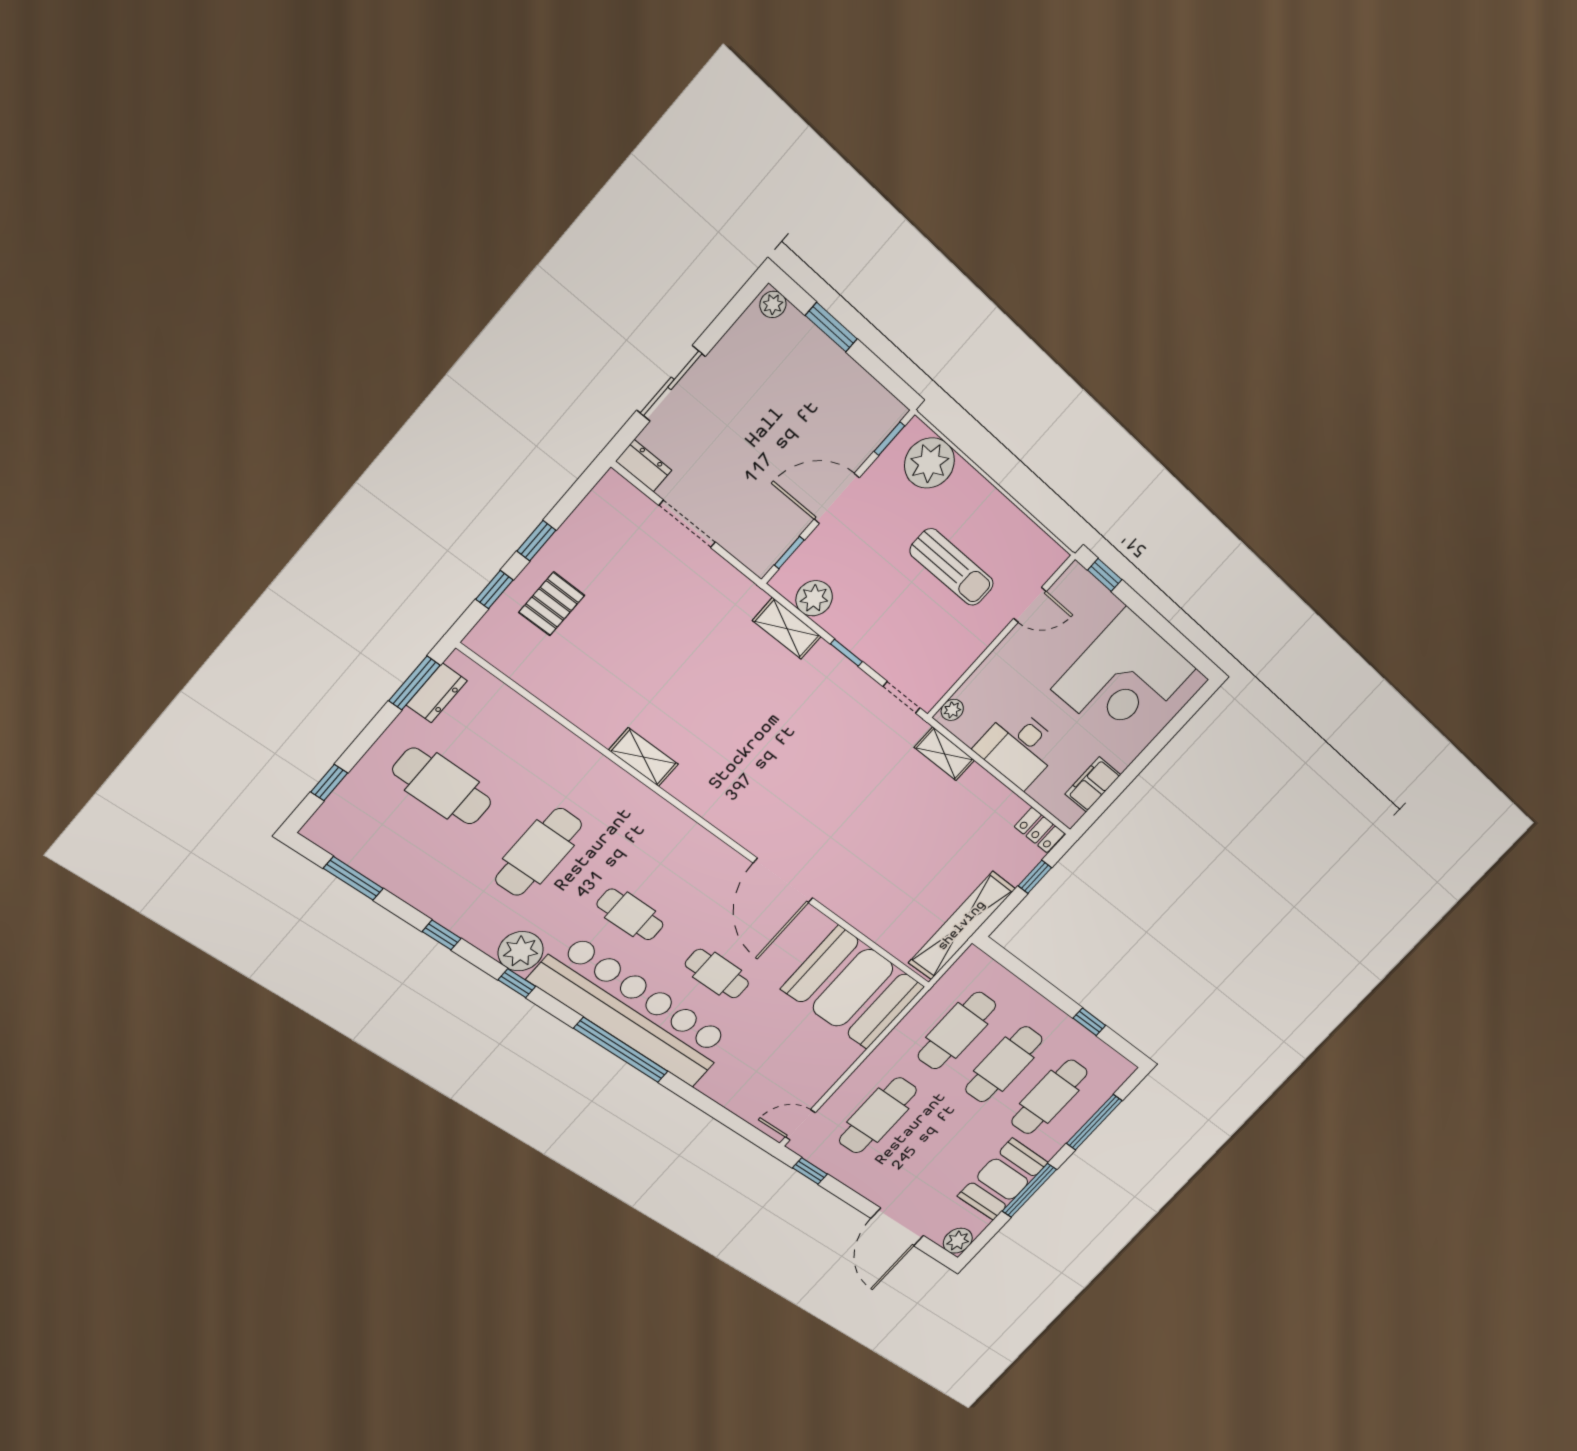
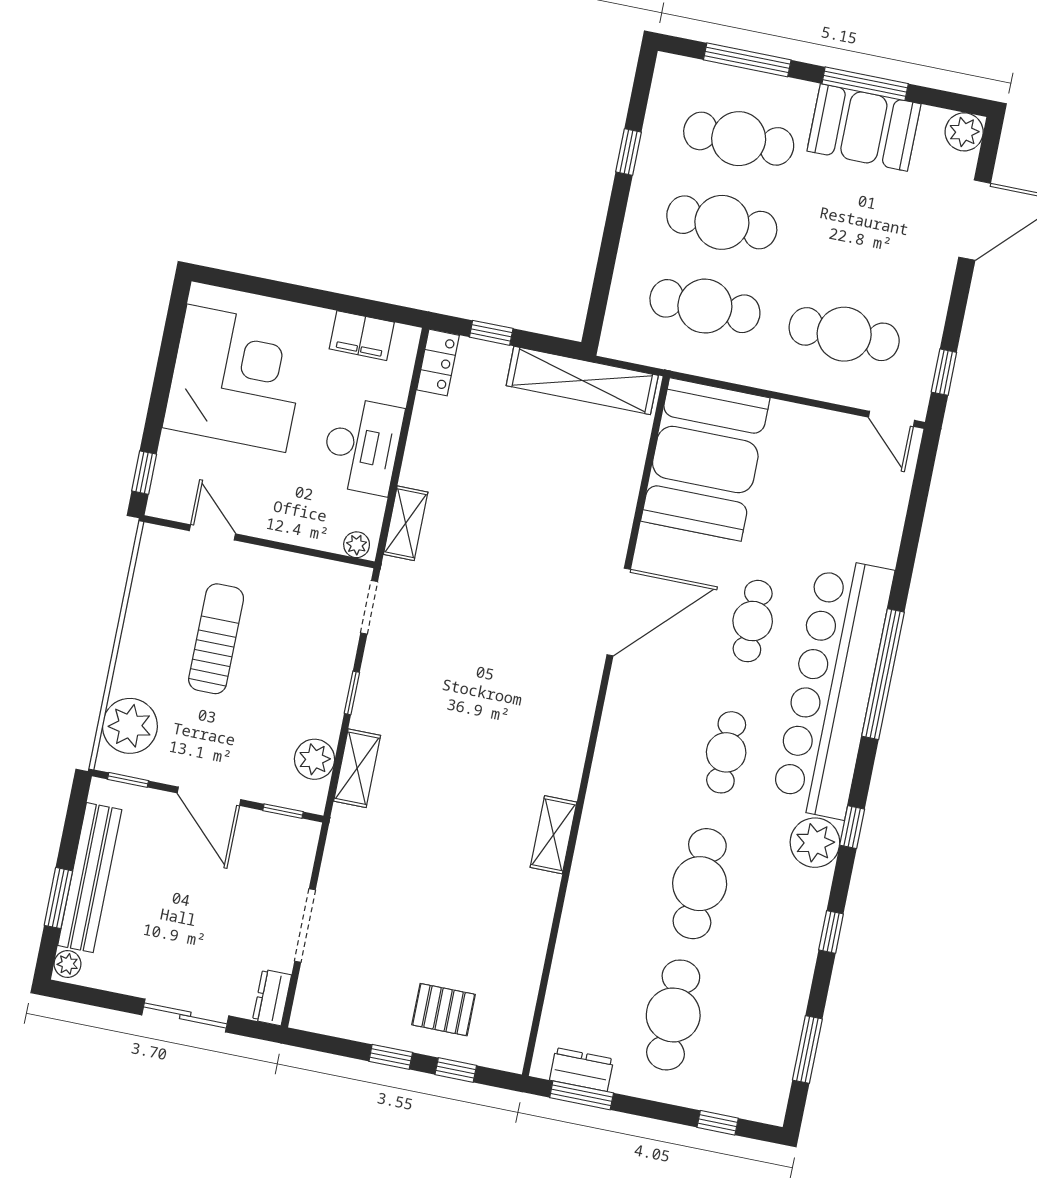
bench: (832, 364) -> (90, 878), added
cafe table: (539, 852) -> (700, 884), turned 90

